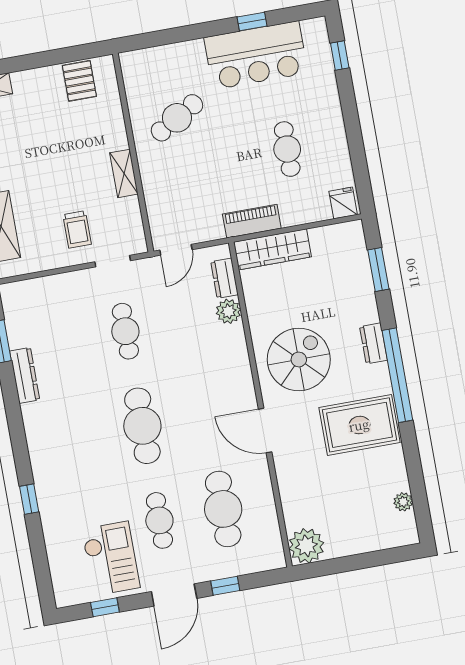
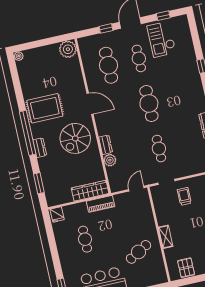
shelving: (124, 173) -> (166, 237), moved
dresser: (224, 278) -> (106, 145), moved
plant: (403, 502) -> (19, 56), moved

